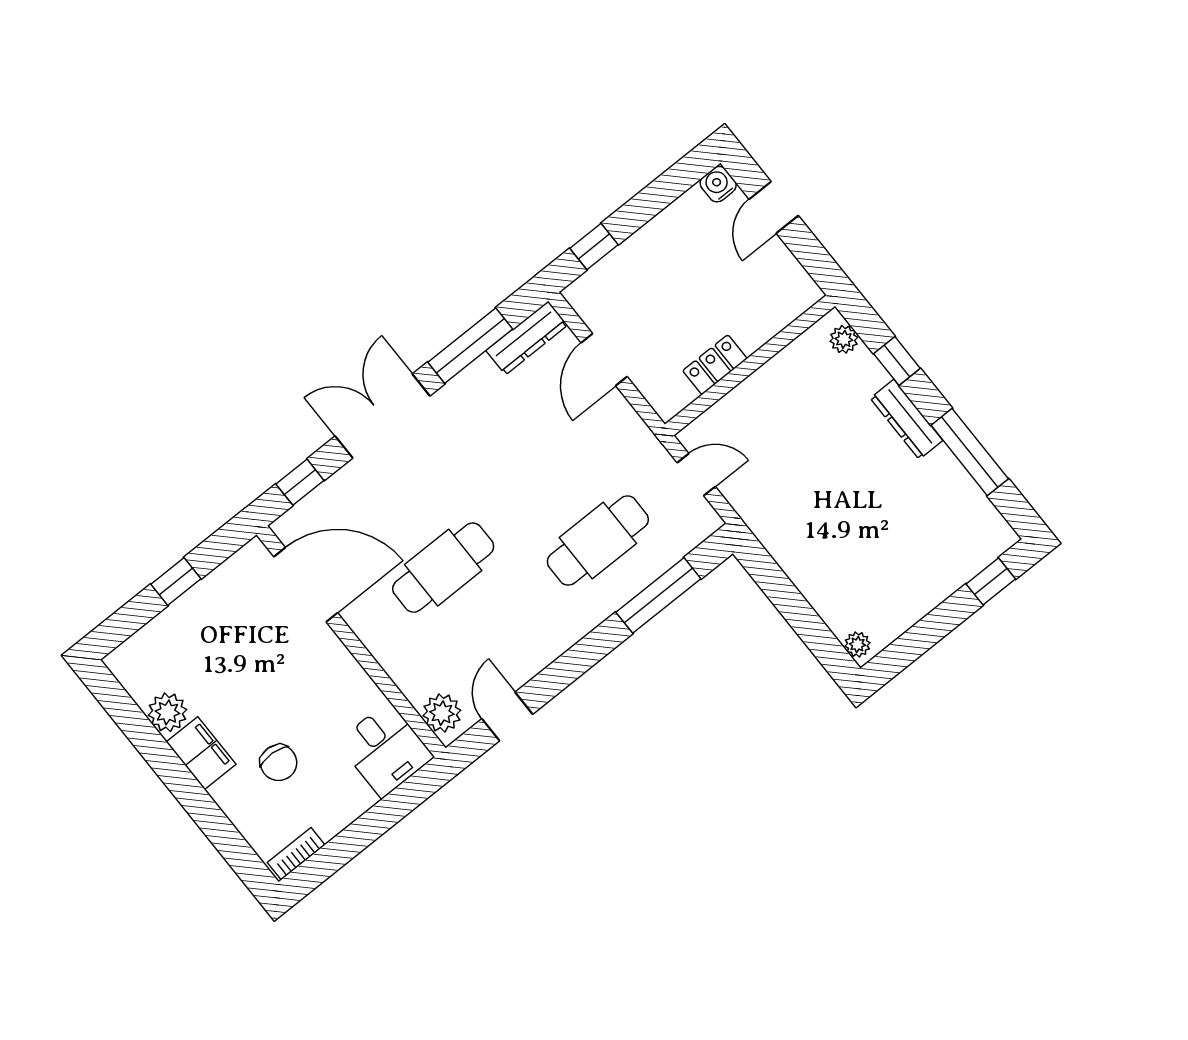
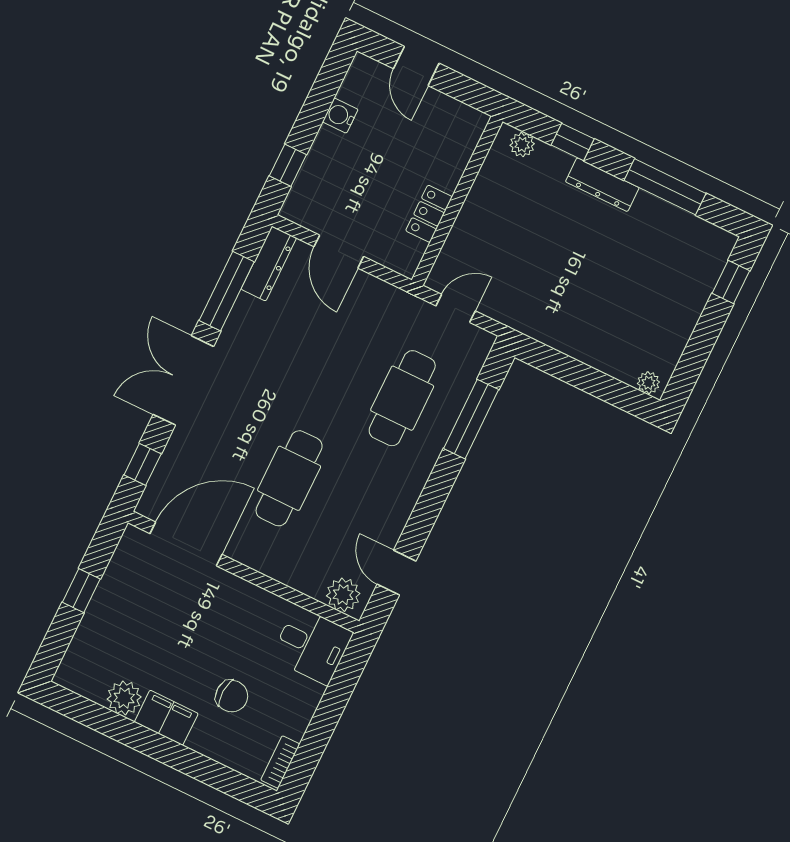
water cooler: (718, 184) -> (340, 116), moved

